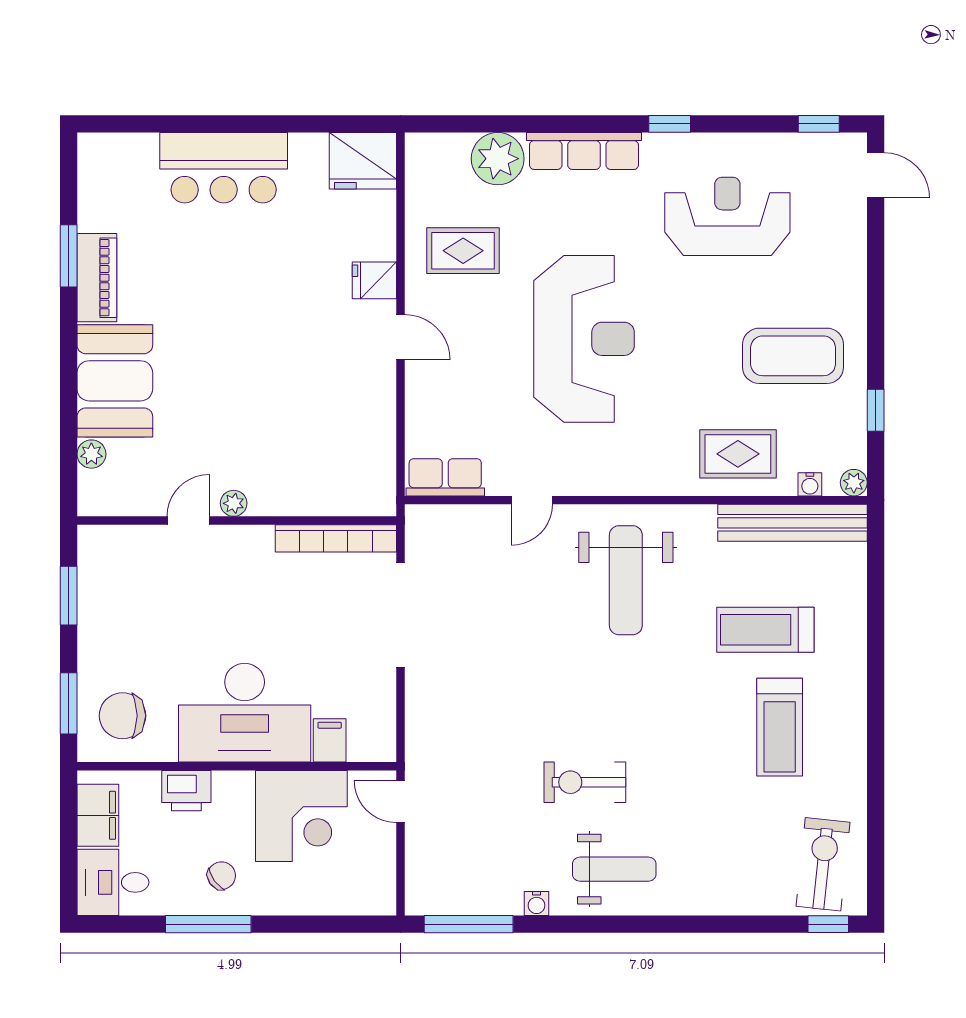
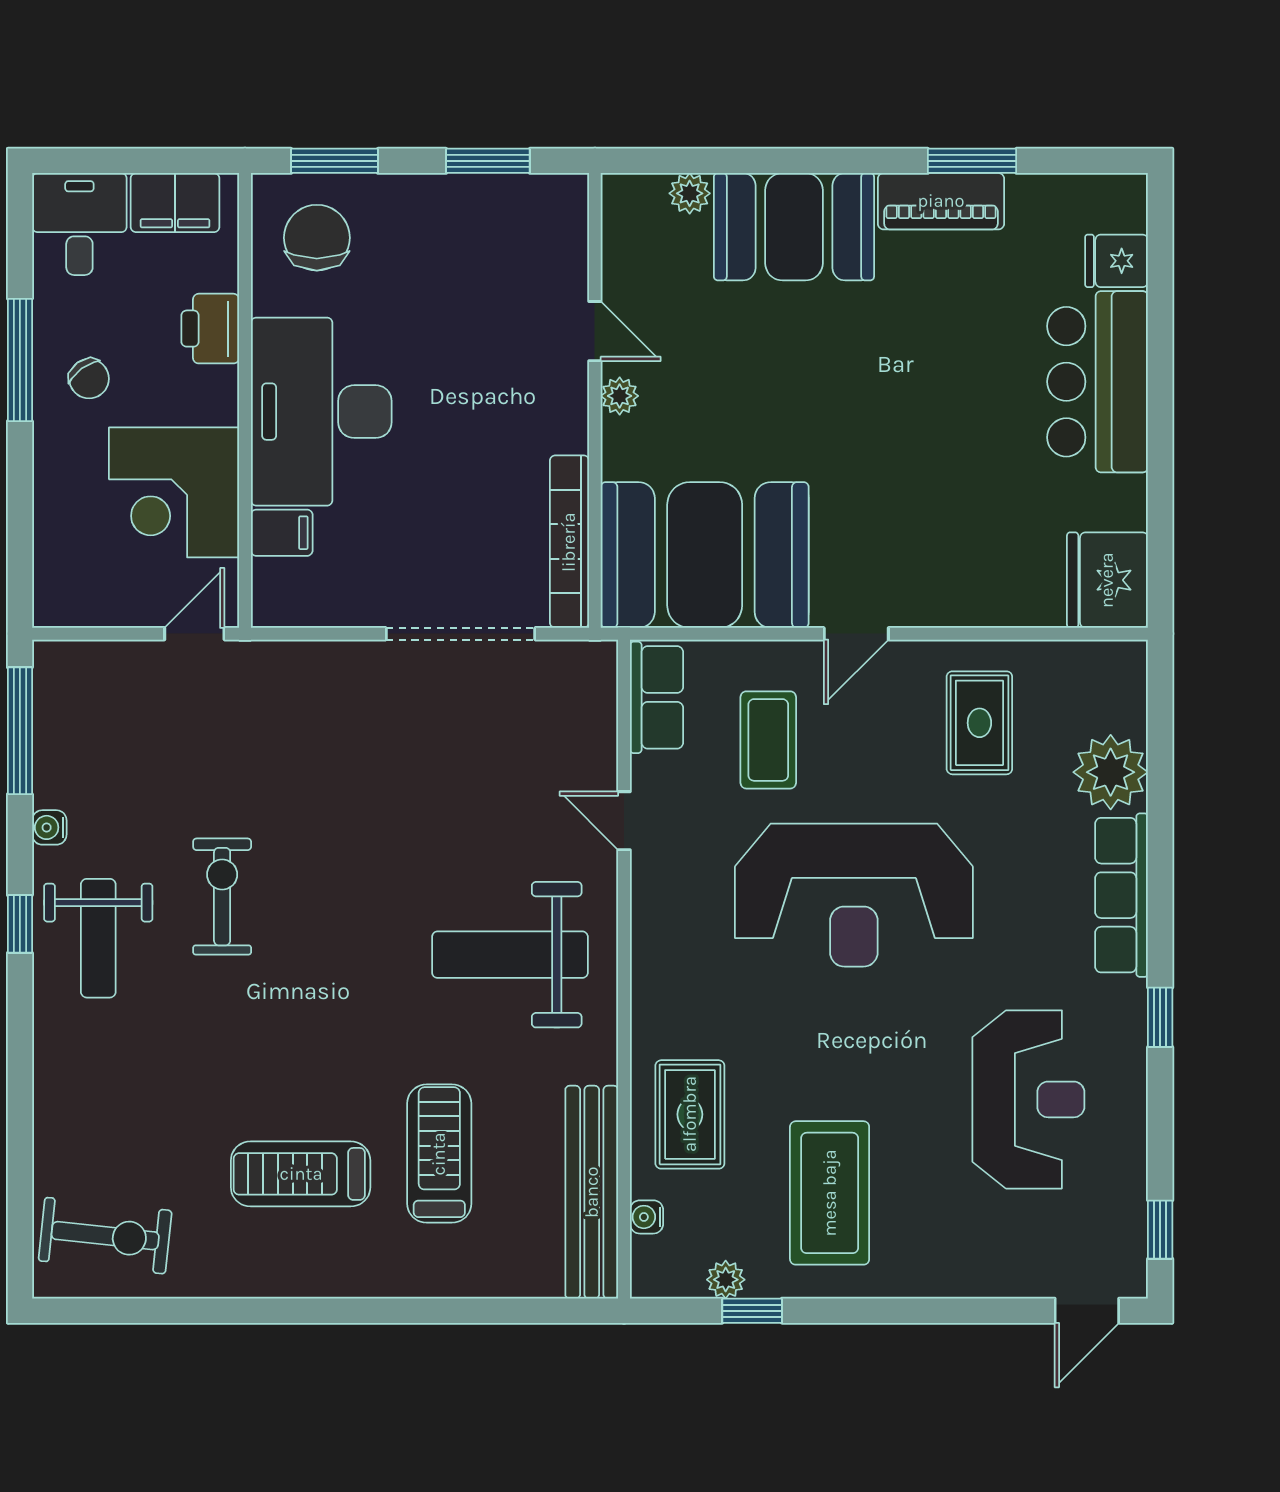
fridge: (374, 280) -> (1117, 261), moved, turned -90
coffee table: (475, 399) -> (768, 740), added
booth: (345, 444) -> (705, 555), added
plant: (854, 483) -> (726, 1280), moved
window: (828, 924) -> (20, 924), moved

